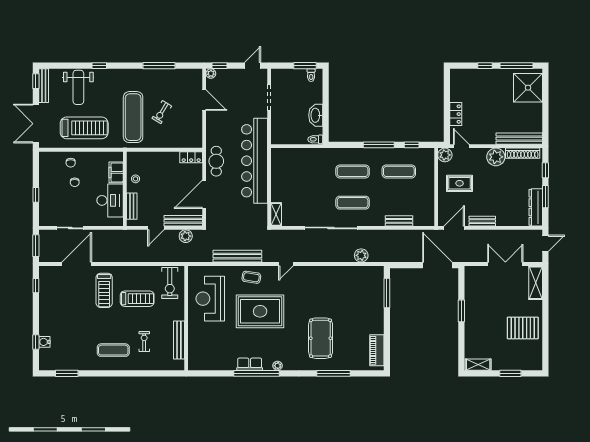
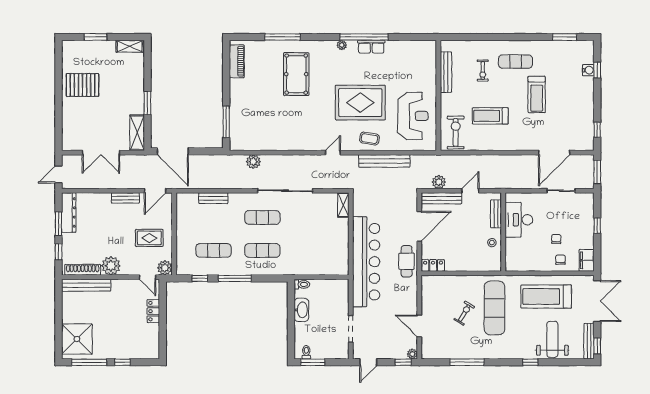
filing cabinet: (116, 172) -> (587, 260), moved, turned 180
shelving: (536, 283) -> (137, 133), moved
treadmill: (104, 290) -> (537, 94), moved, turned 180

